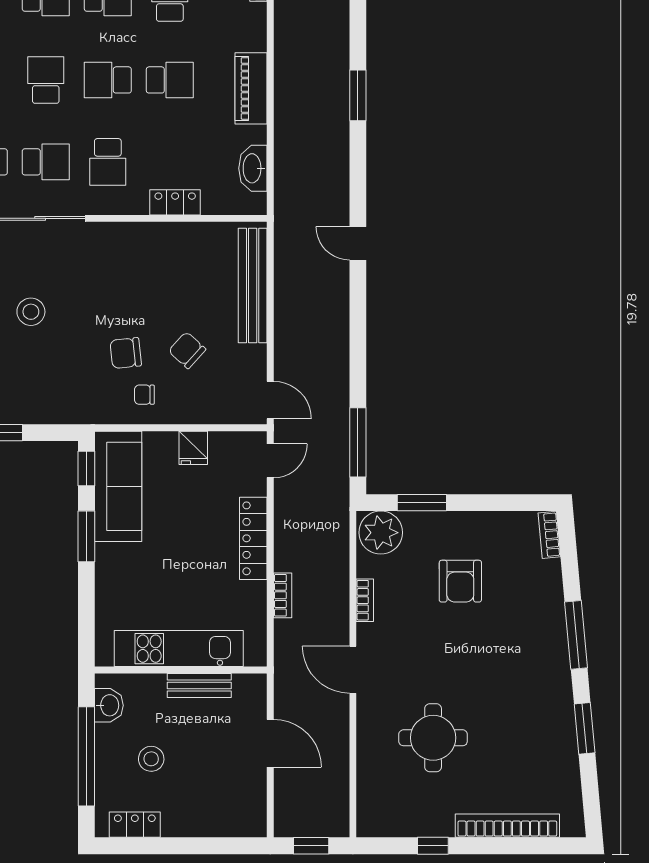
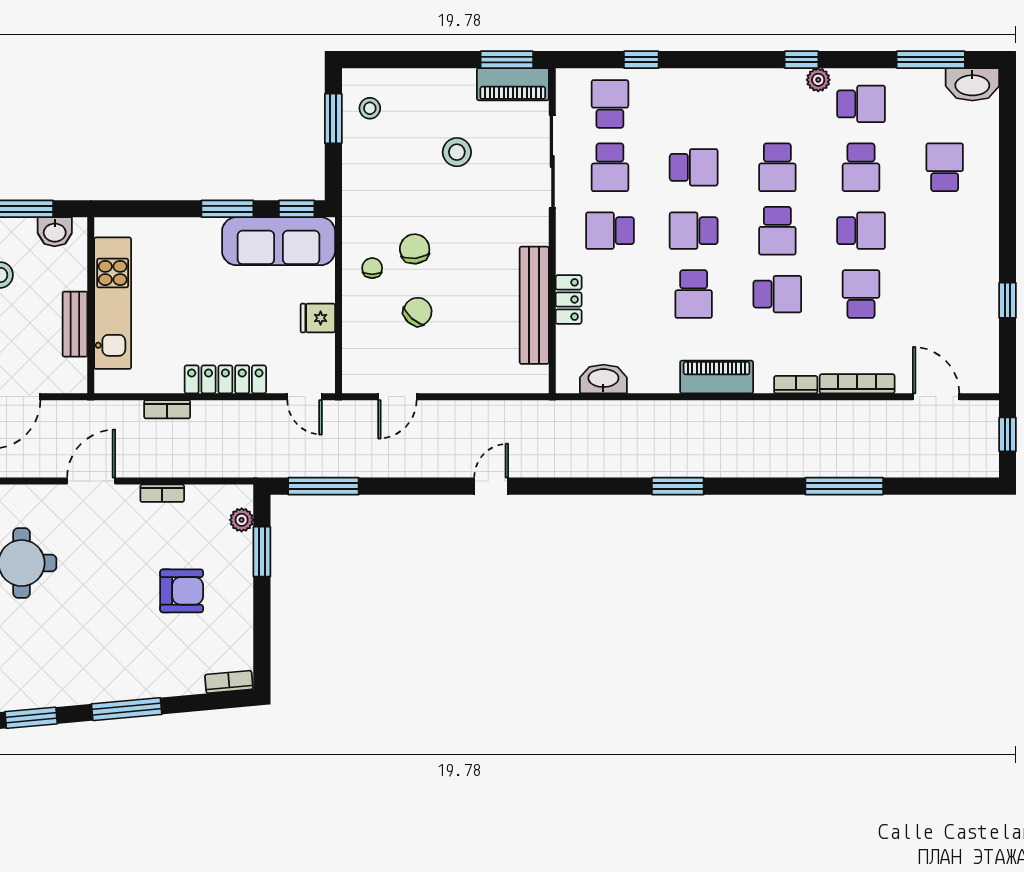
school desk: (108, 80) -> (694, 231), turned -90
piano: (251, 88) -> (717, 377), moved
door: (358, 243) -> (491, 486), moved
bench: (253, 286) -> (534, 305), moved, turned 90
door: (270, 400) -> (397, 397), moved
plant: (381, 533) -> (242, 520), width x0.53, depth x0.53
armchair: (460, 581) -> (182, 591), turned 180

